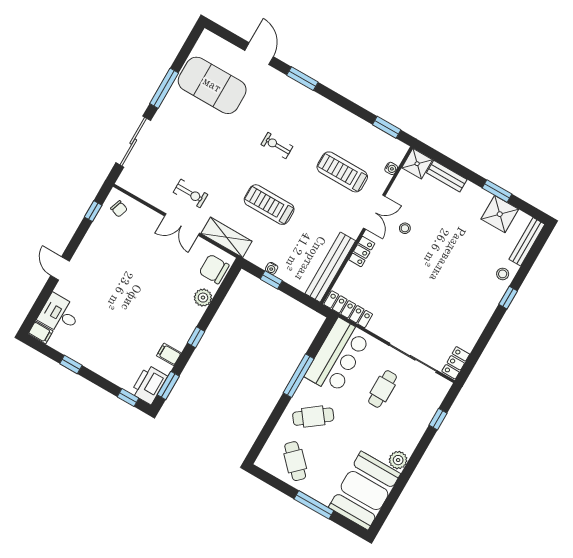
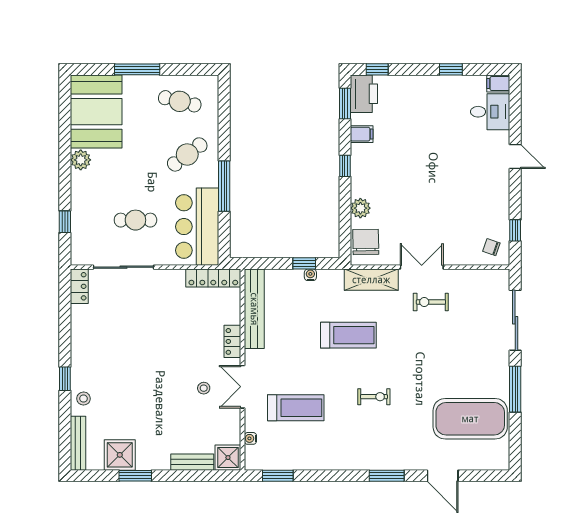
chair: (214, 269) -> (366, 242), turned -91
cafe table: (383, 389) -> (135, 220), turned 90
cafe table: (295, 461) -> (180, 101), turned -32

